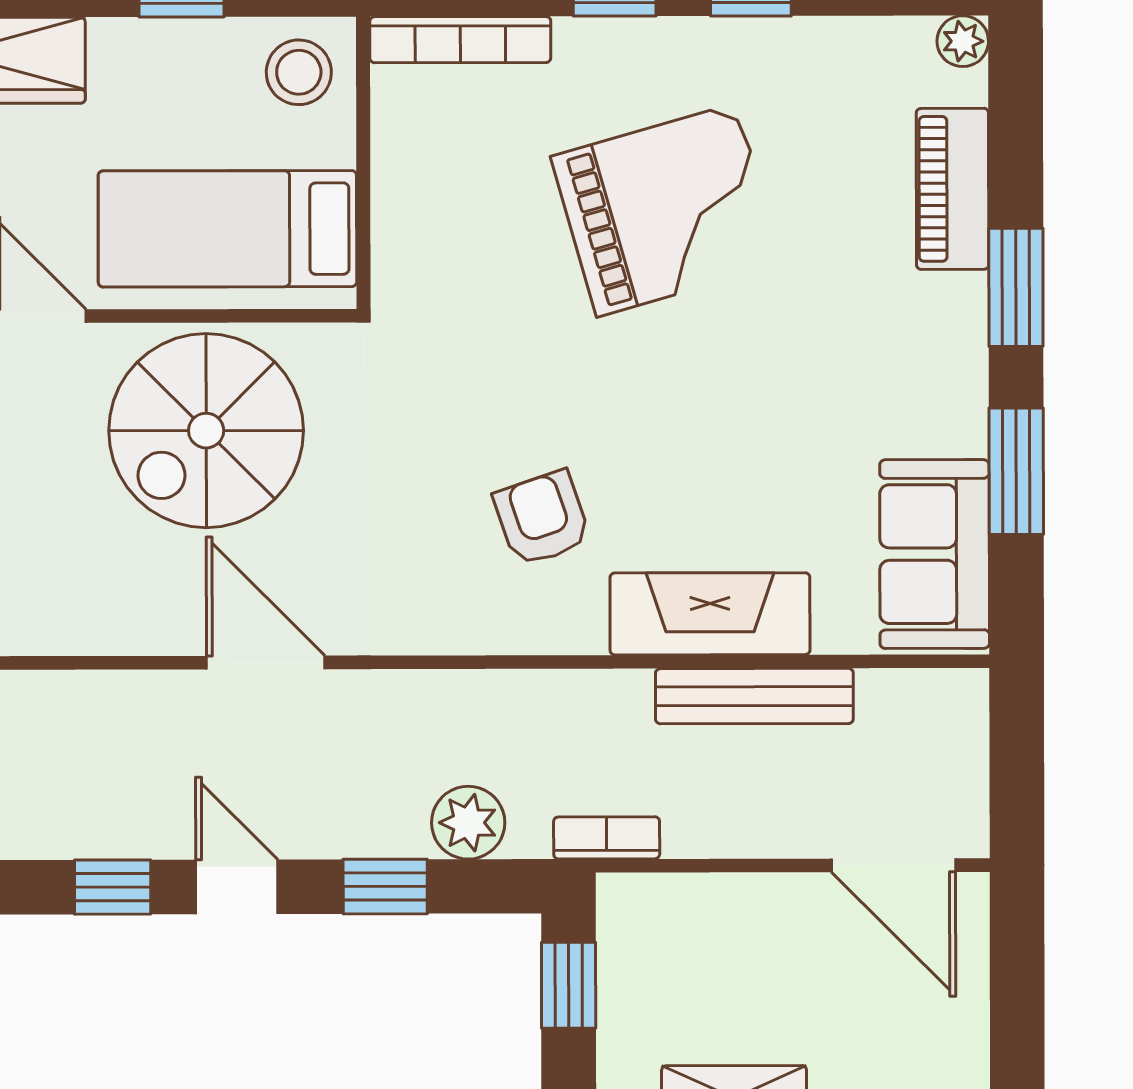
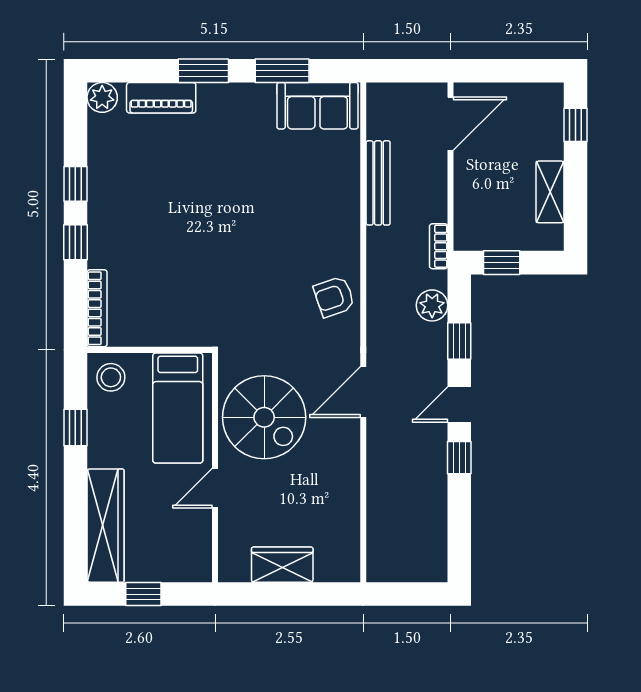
plant: (963, 41) -> (102, 97), width x1.38, depth x1.38
grand piano: (667, 210) -> (170, 220), removed
armchair: (542, 518) -> (334, 297), moved
fireplace: (710, 614) -> (343, 202), removed

